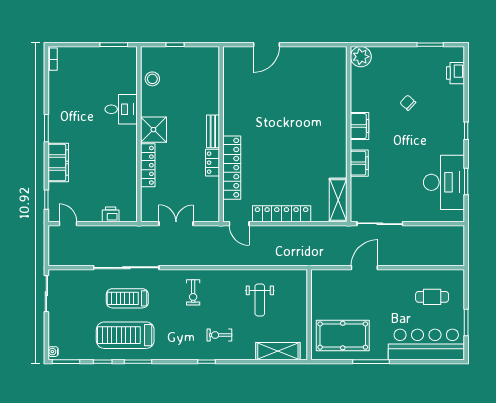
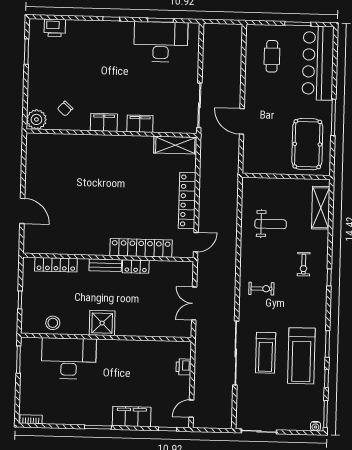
chair: (408, 103) -> (65, 109), moved
desk: (121, 109) -> (69, 358), width x1.87, depth x1.30
locker: (148, 165) -> (56, 265), moved, turned 180

